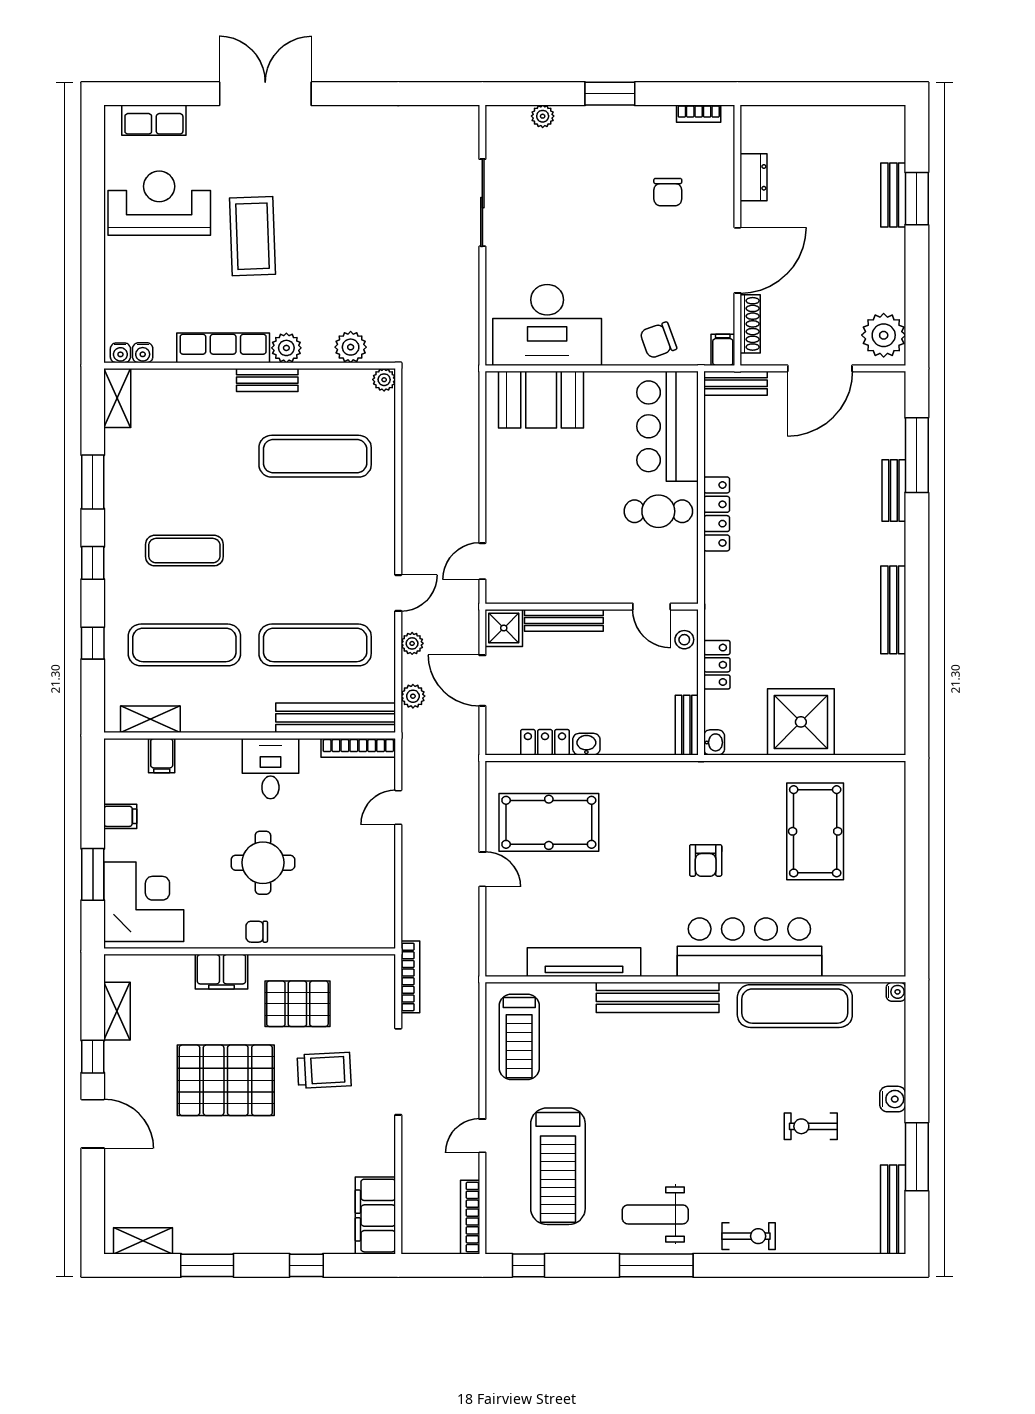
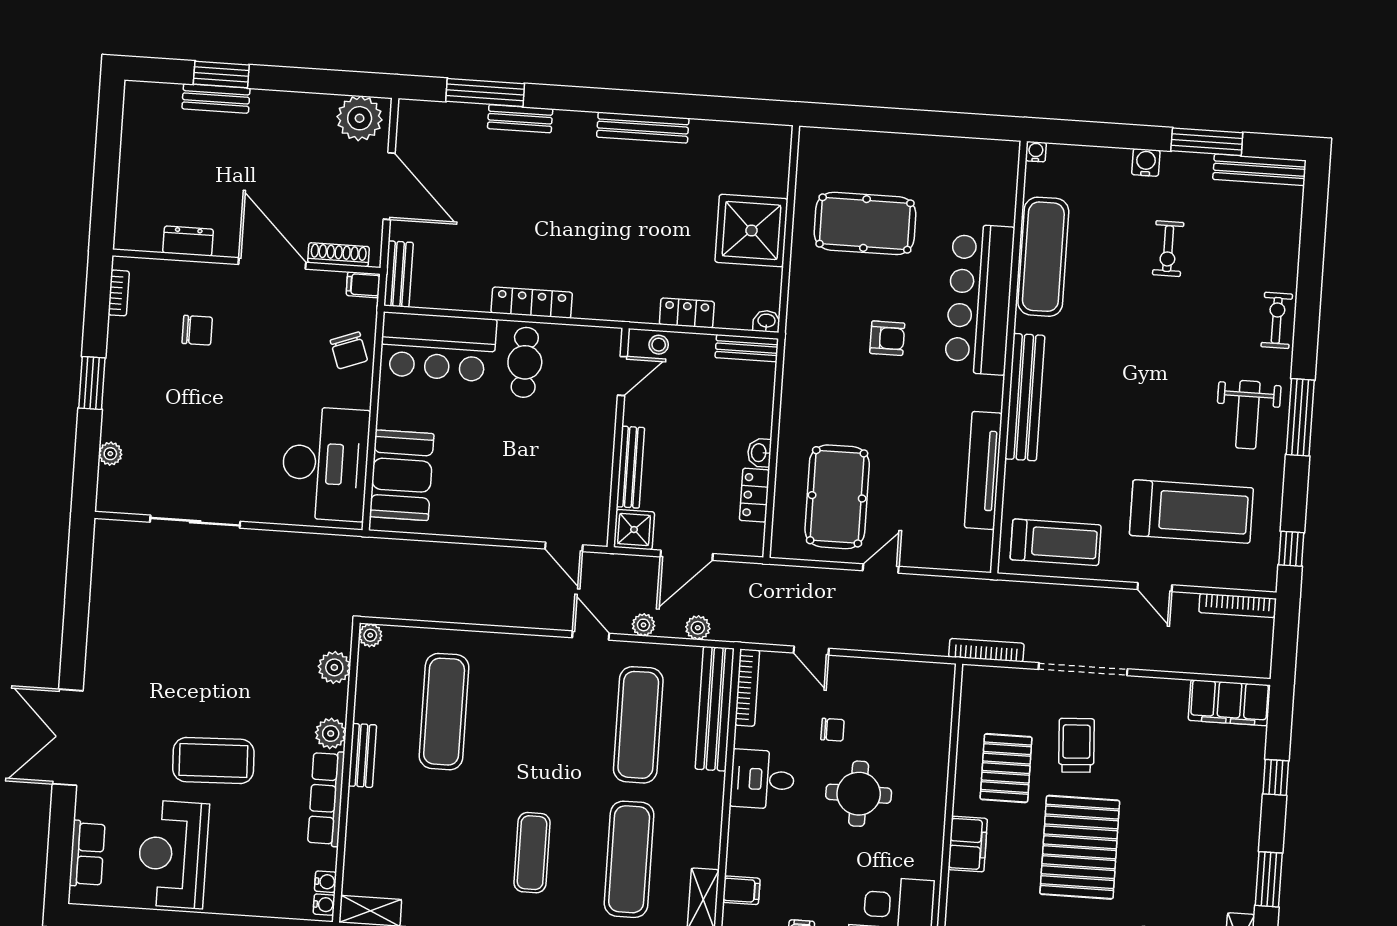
chair: (257, 932) -> (832, 730), moved, turned -90

